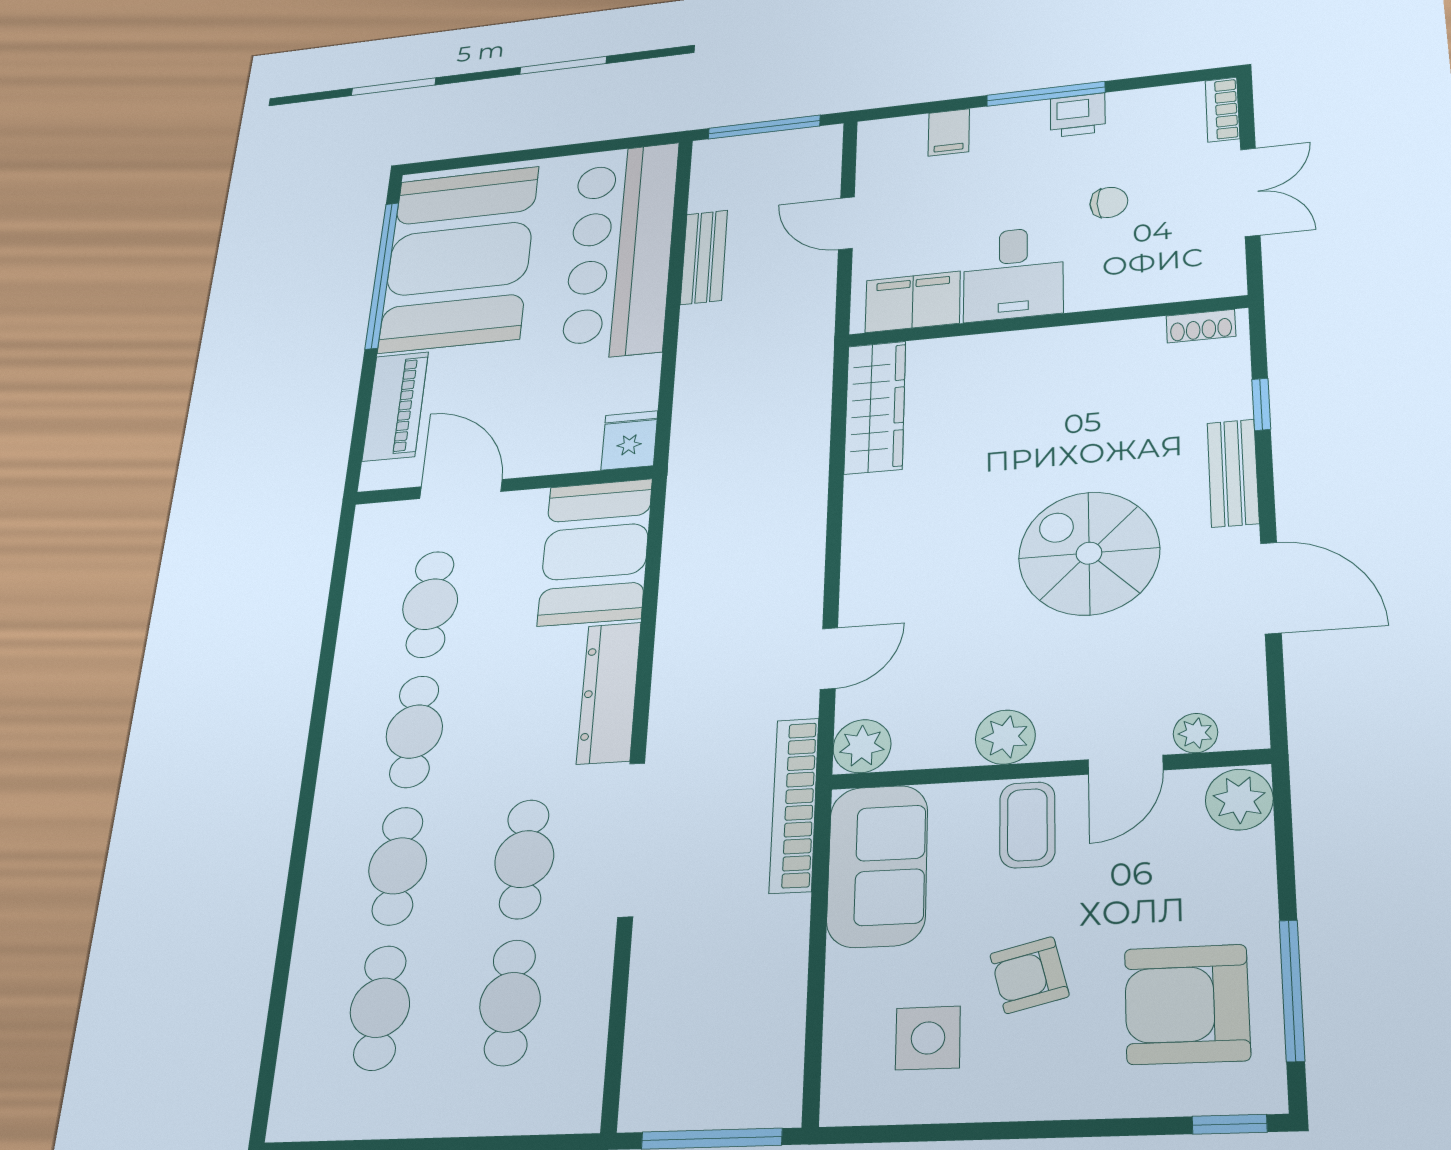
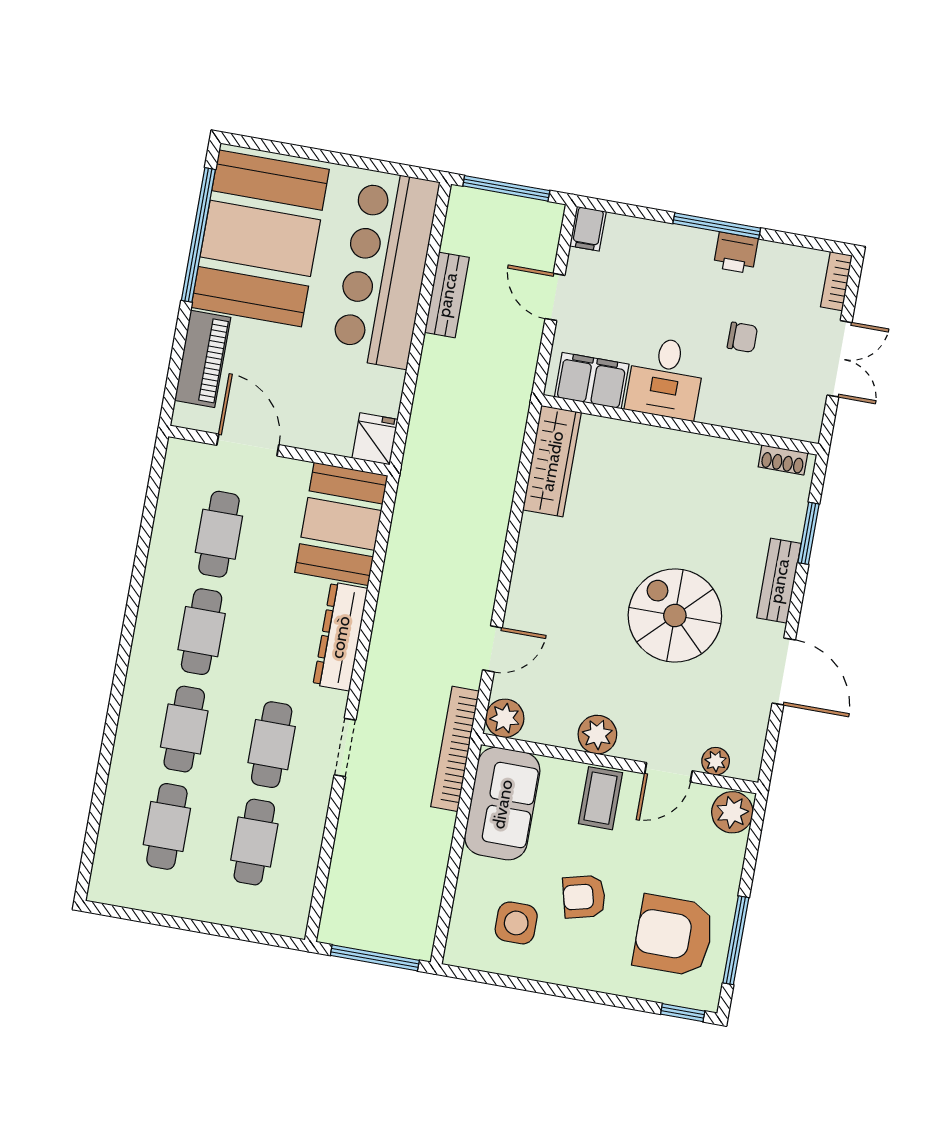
filing cabinet: (949, 132) -> (588, 229), moved
window: (1261, 404) -> (808, 533), width x1.50
doorway: (631, 839) -> (345, 747), width x0.53

